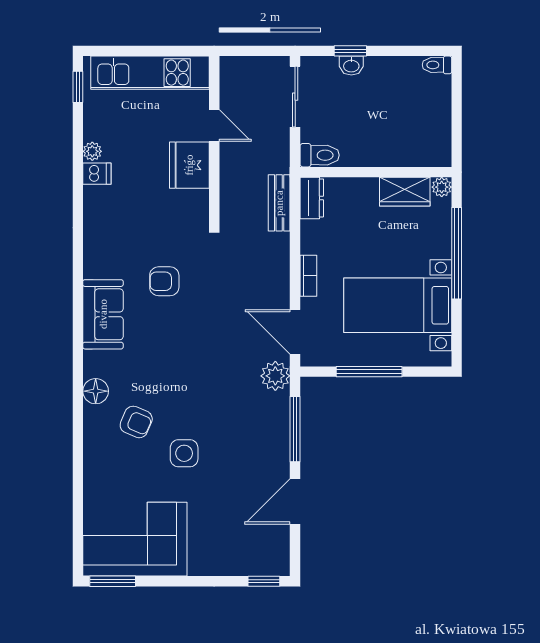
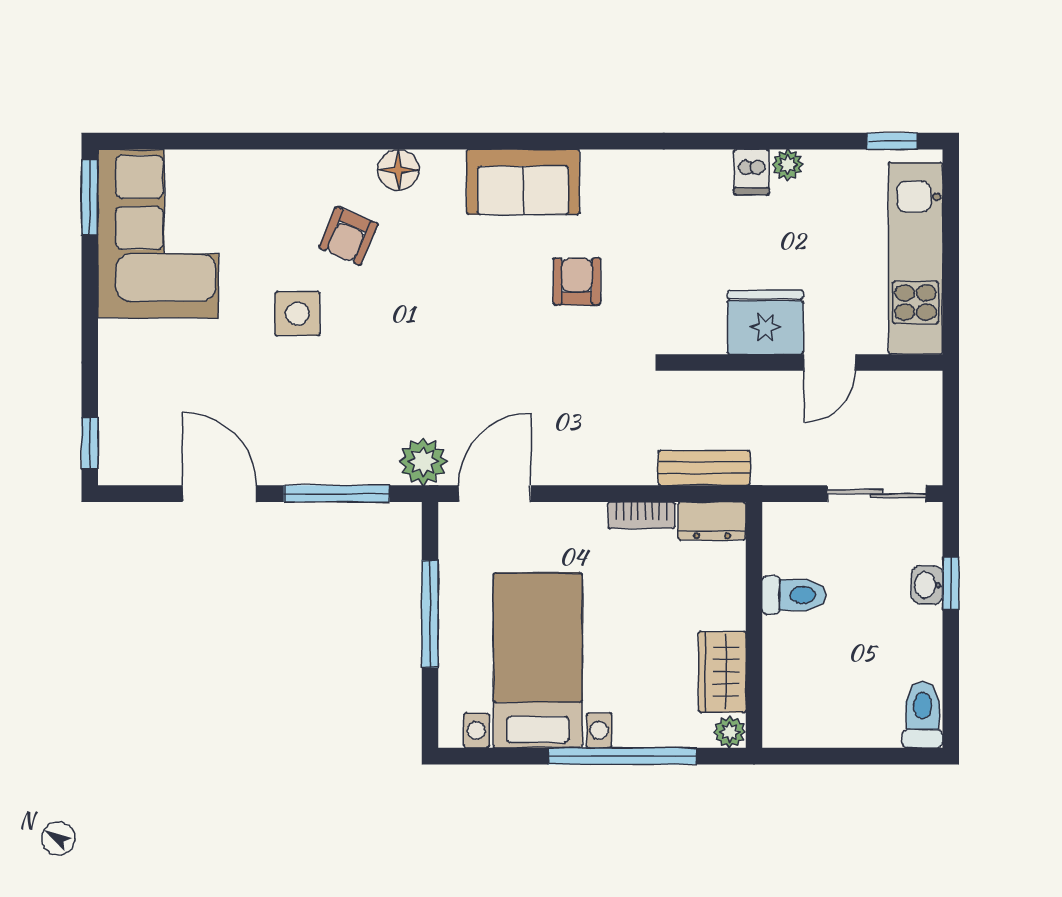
toilet: (437, 65) -> (923, 715), width x1.37, depth x1.39
toilet: (320, 155) -> (794, 595), moved, turned -90
bookcase: (308, 276) -> (641, 515), moved

